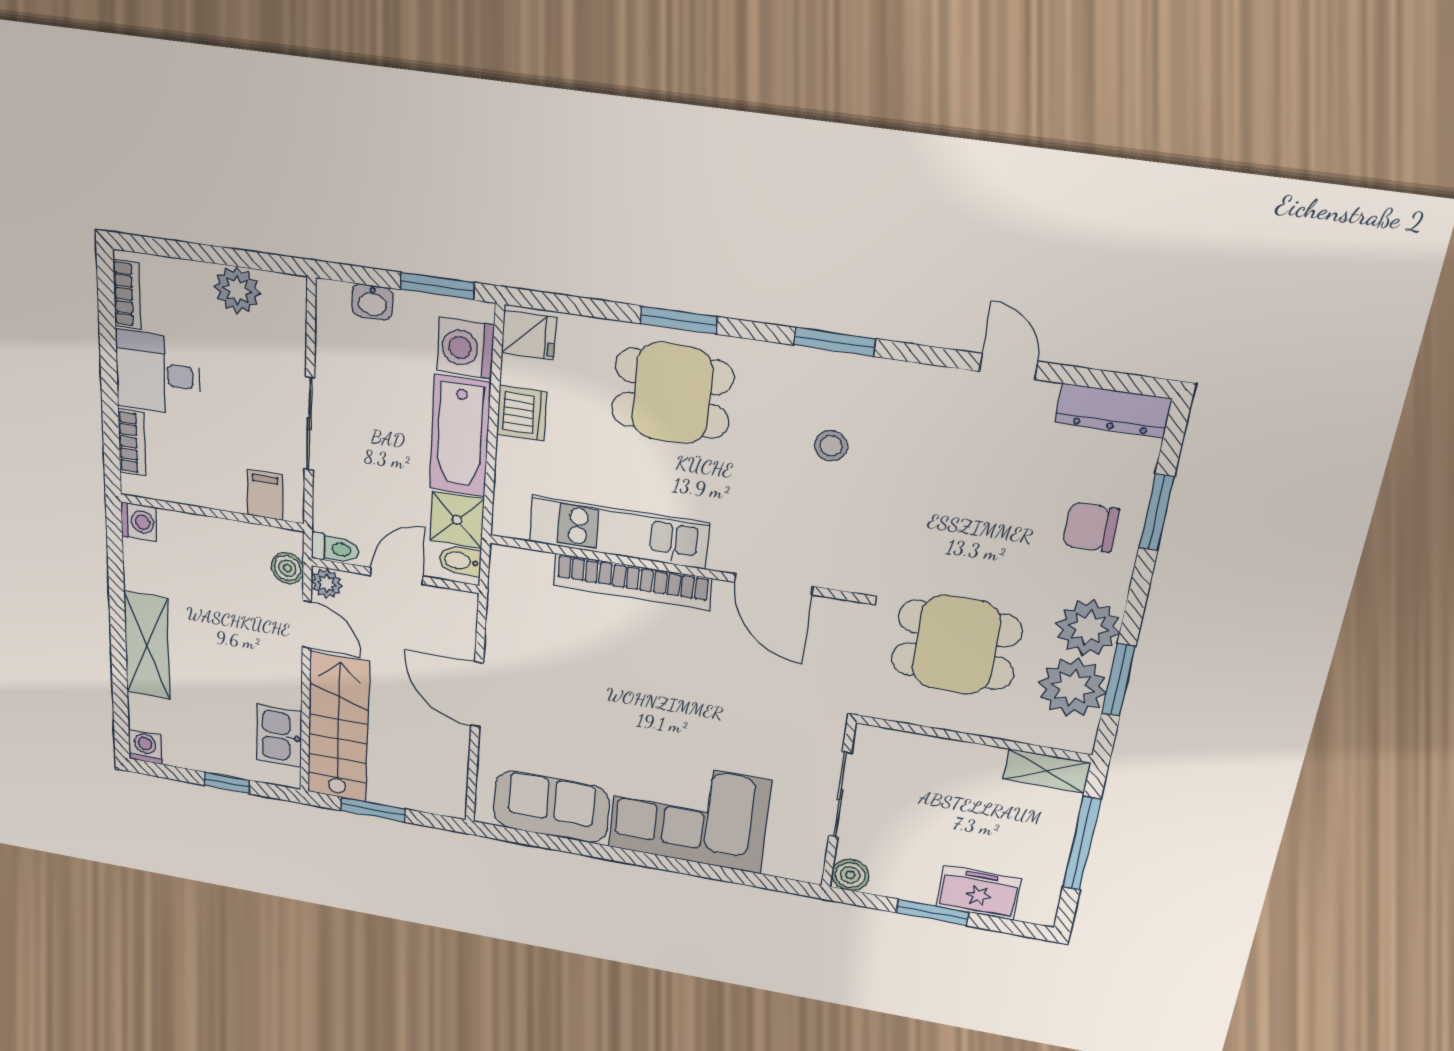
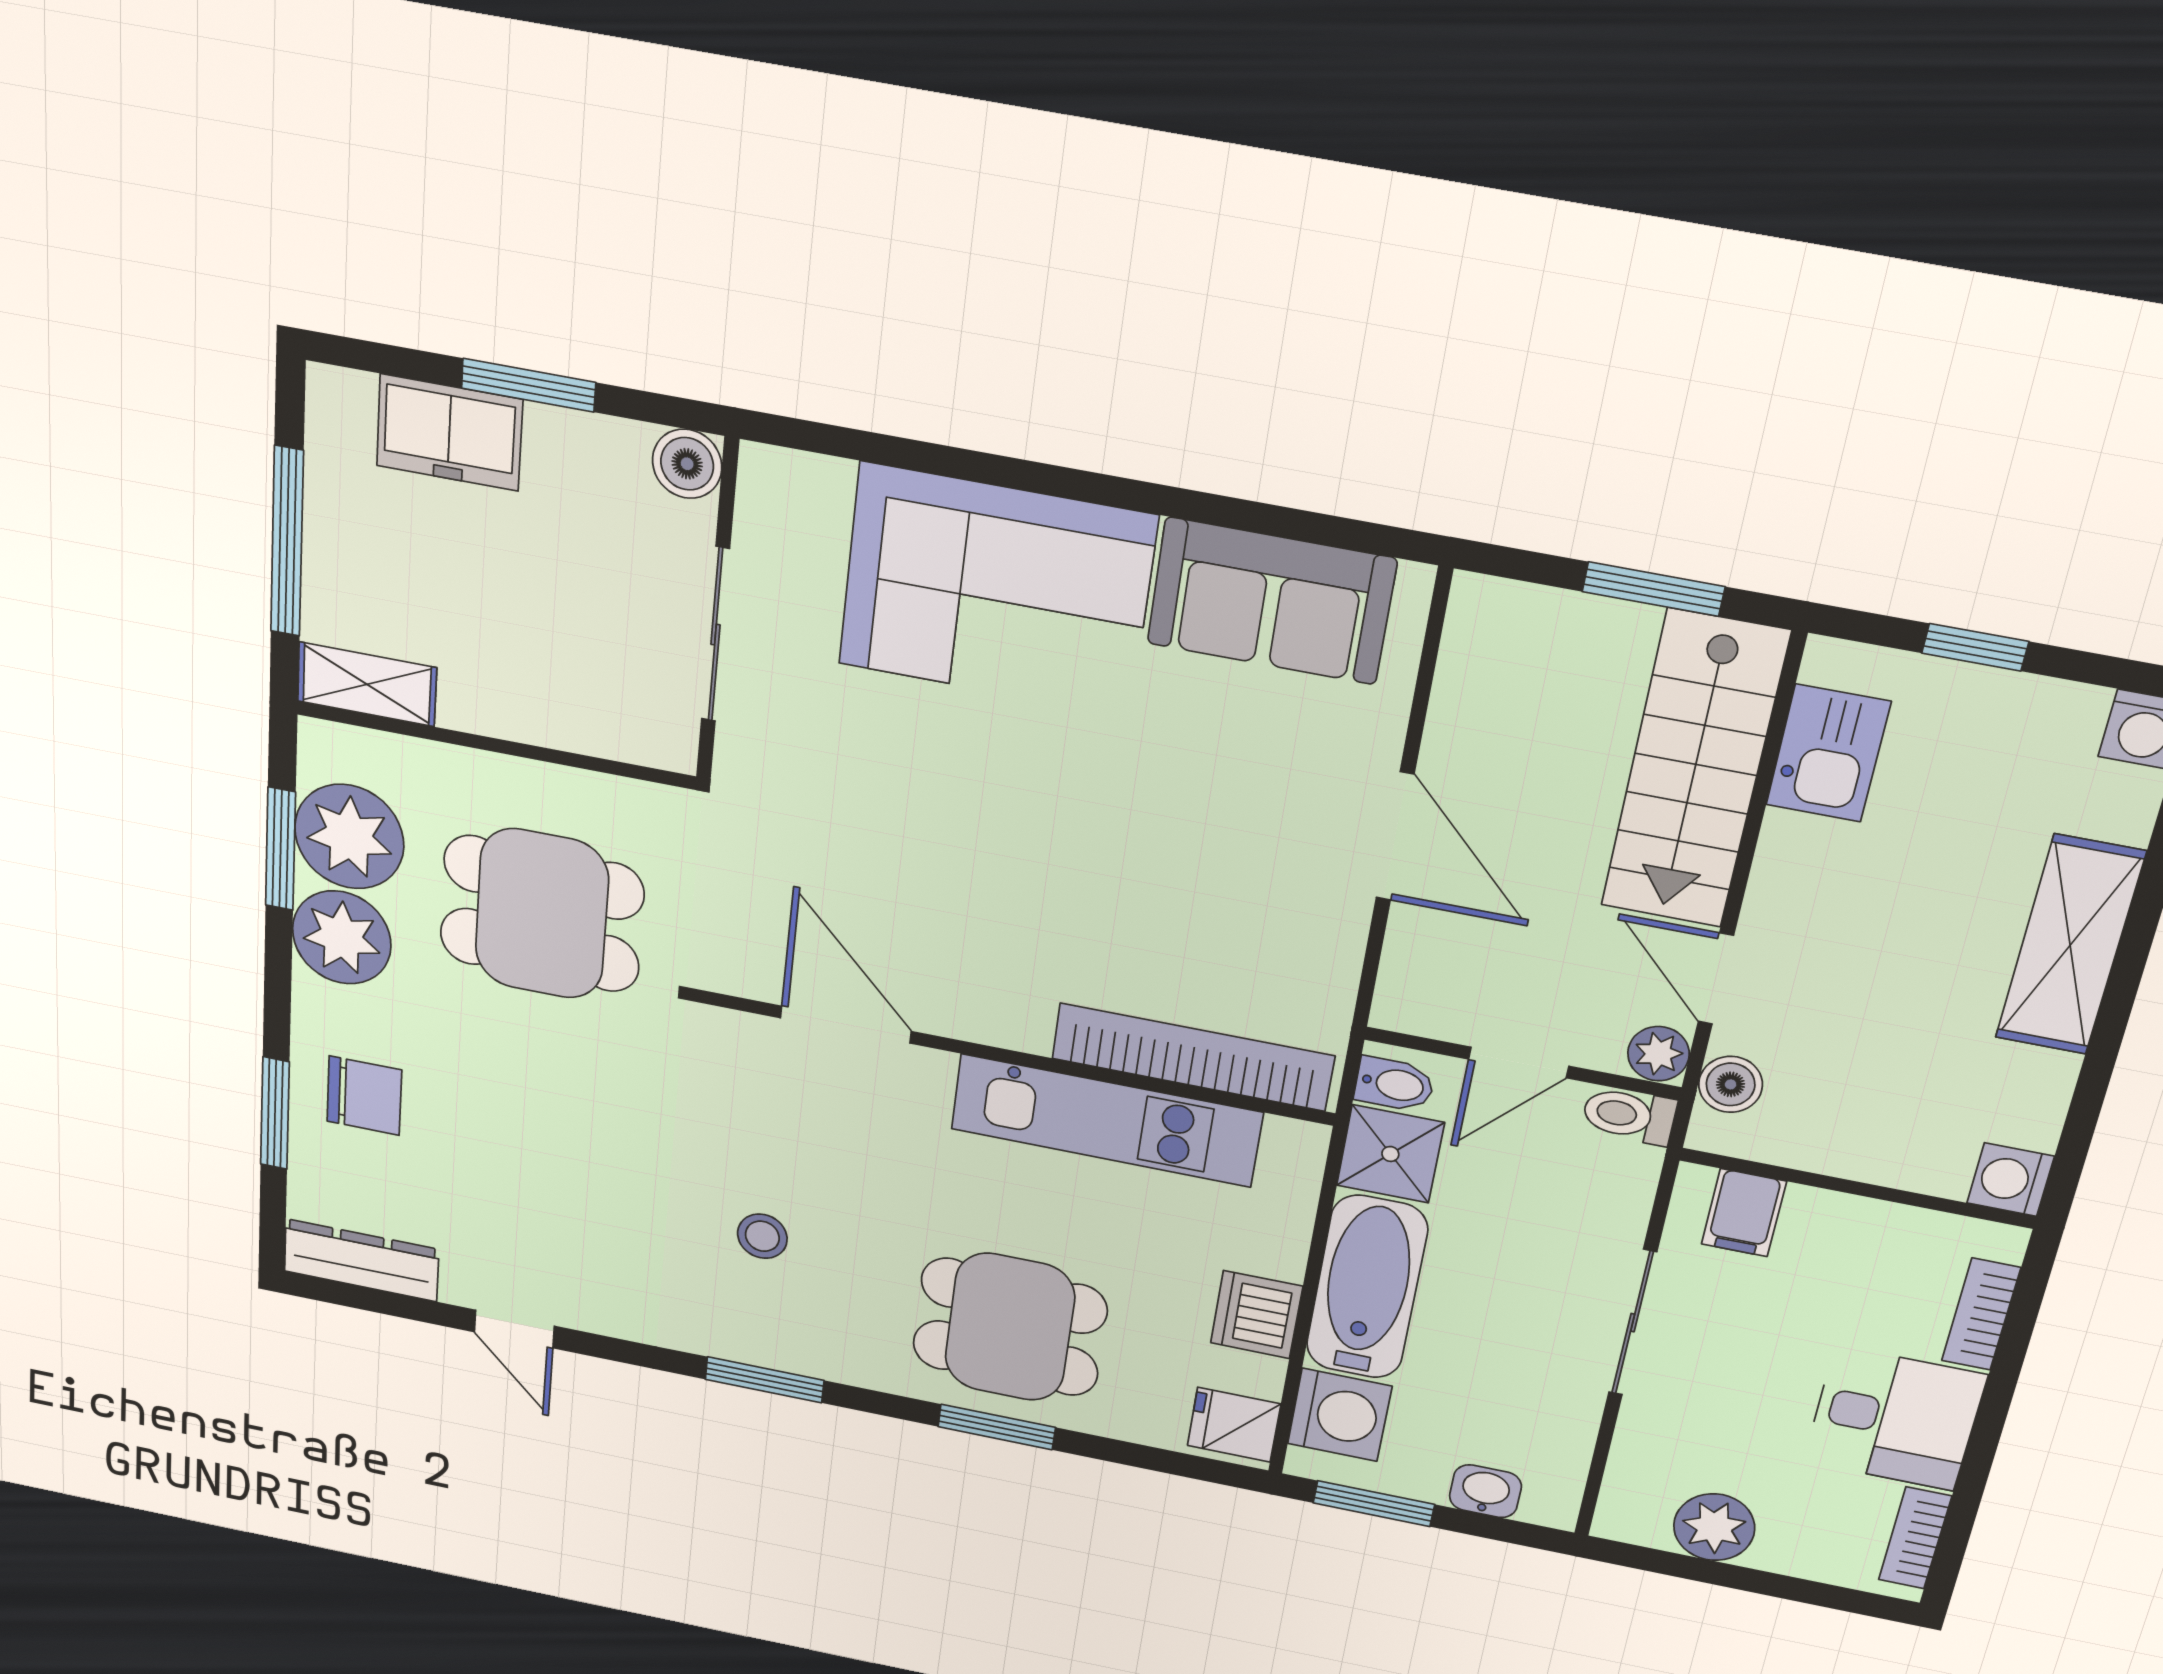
bookcase: (632, 582) -> (1193, 1057), moved

